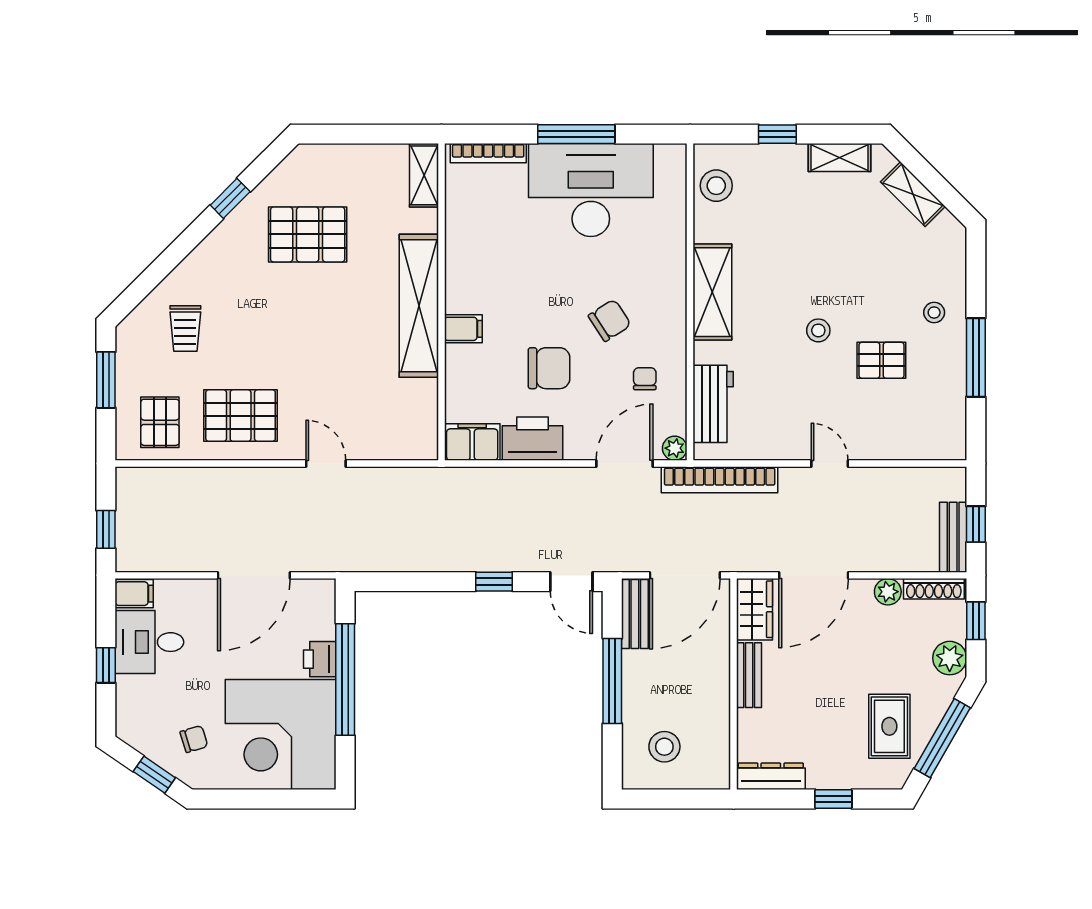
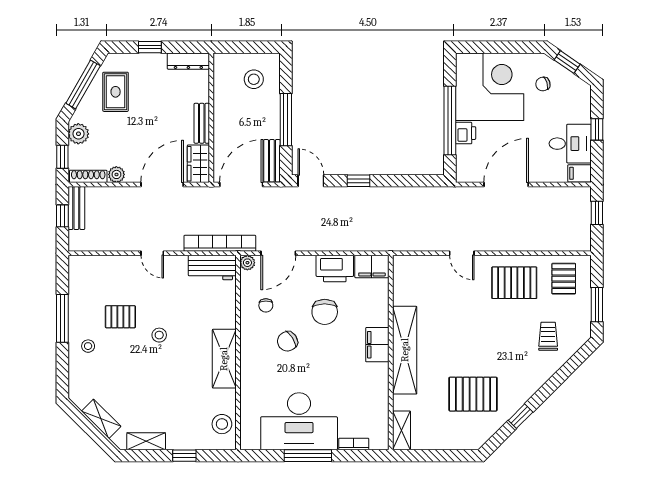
bookcase: (488, 153) -> (354, 444), width x0.64
filing cabinet: (463, 329) -> (377, 345), width x2.00
chair: (549, 368) -> (325, 312), turned -90
workbench: (713, 404) -> (212, 268), moved, turned -90

